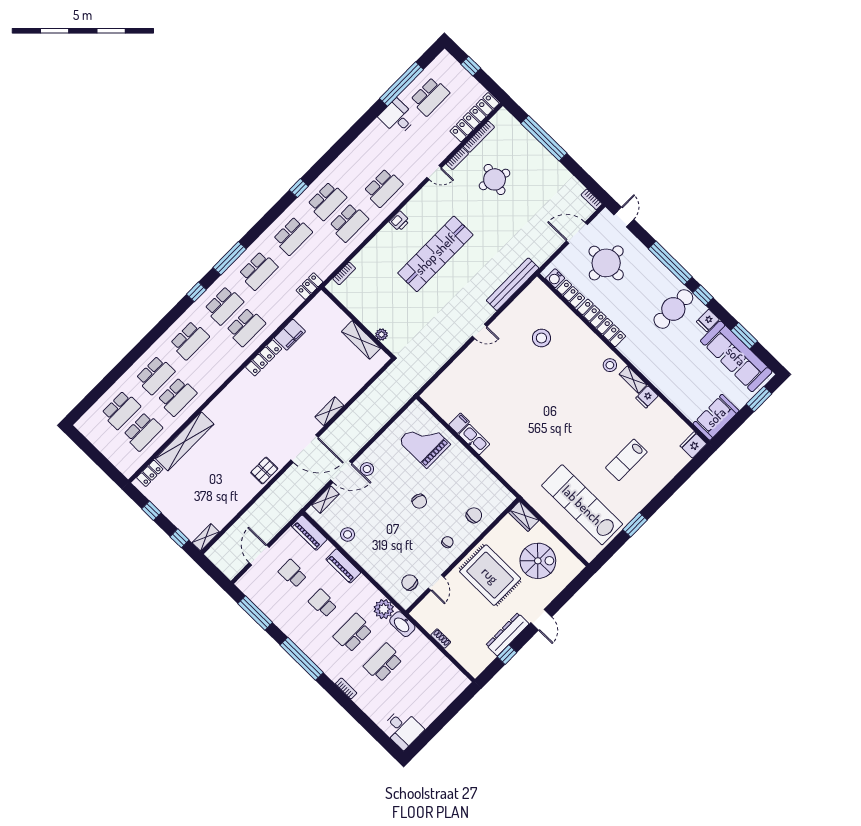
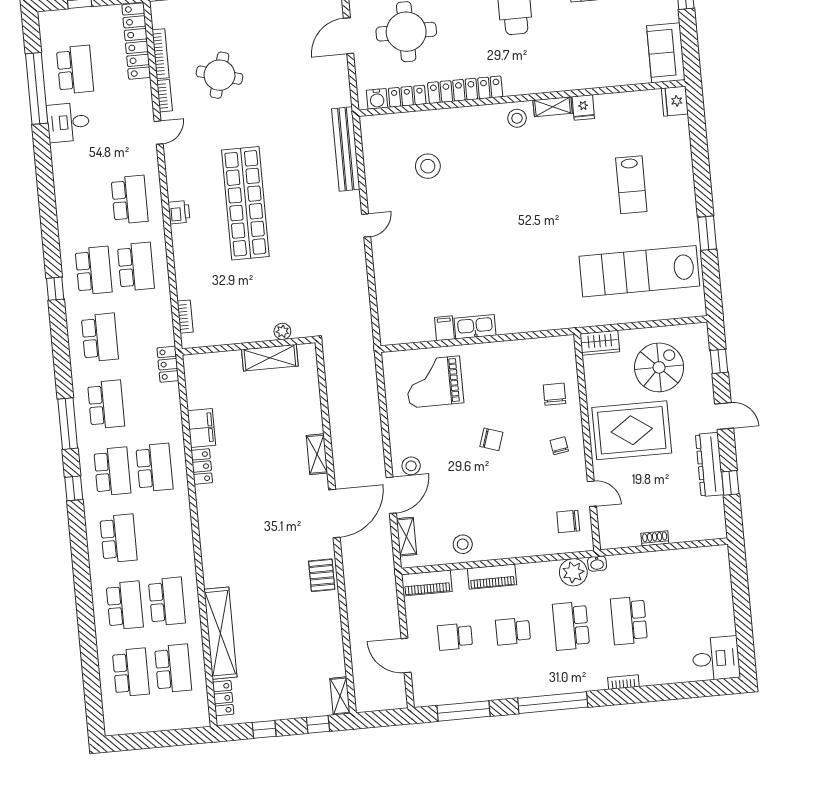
locker: (264, 358) -> (202, 467), width x0.66
window: (569, 591) -> (719, 361), added
washbasin: (402, 624) -> (597, 564), width x0.52, depth x0.69

